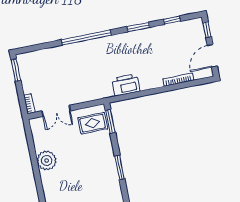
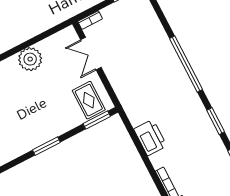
printer: (126, 85) -> (150, 138), moved

